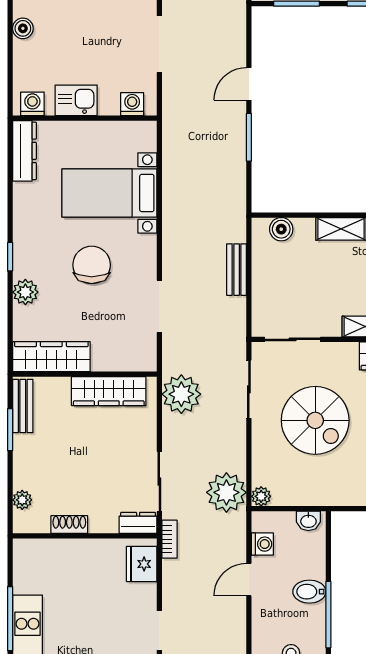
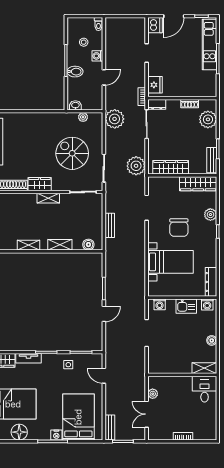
plant: (261, 496) -> (83, 117), moved
plant: (22, 500) -> (208, 119), width x1.87, depth x1.87
washing machine: (262, 544) -> (97, 56), moved

